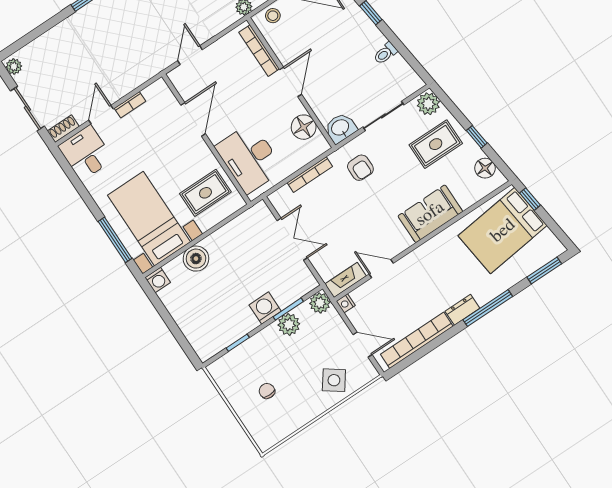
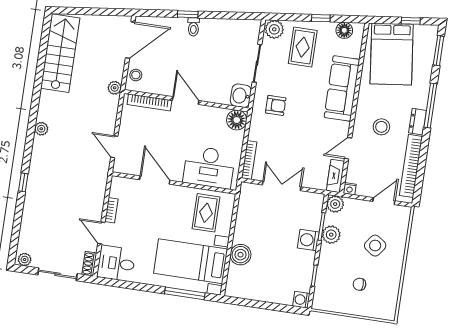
toilet: (385, 53) -> (193, 27), moved
floor lamp: (304, 127) -> (237, 120), moved
bookcase: (310, 175) -> (249, 160), moved
window: (530, 199) -> (411, 21), moved
sofa: (430, 214) -> (342, 88), width x1.36
washing machine: (158, 280) -> (301, 300), moved, turned 180
stool: (428, 281) -> (381, 127), added
side table: (334, 380) -> (375, 246), moved

